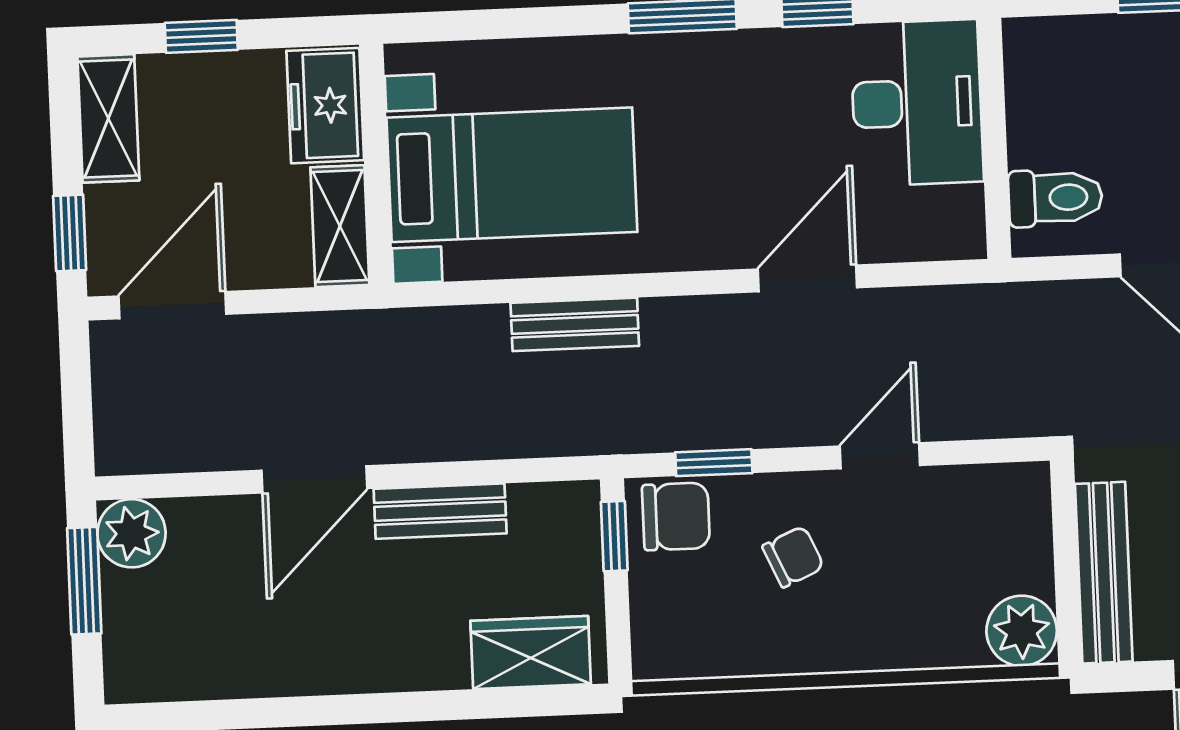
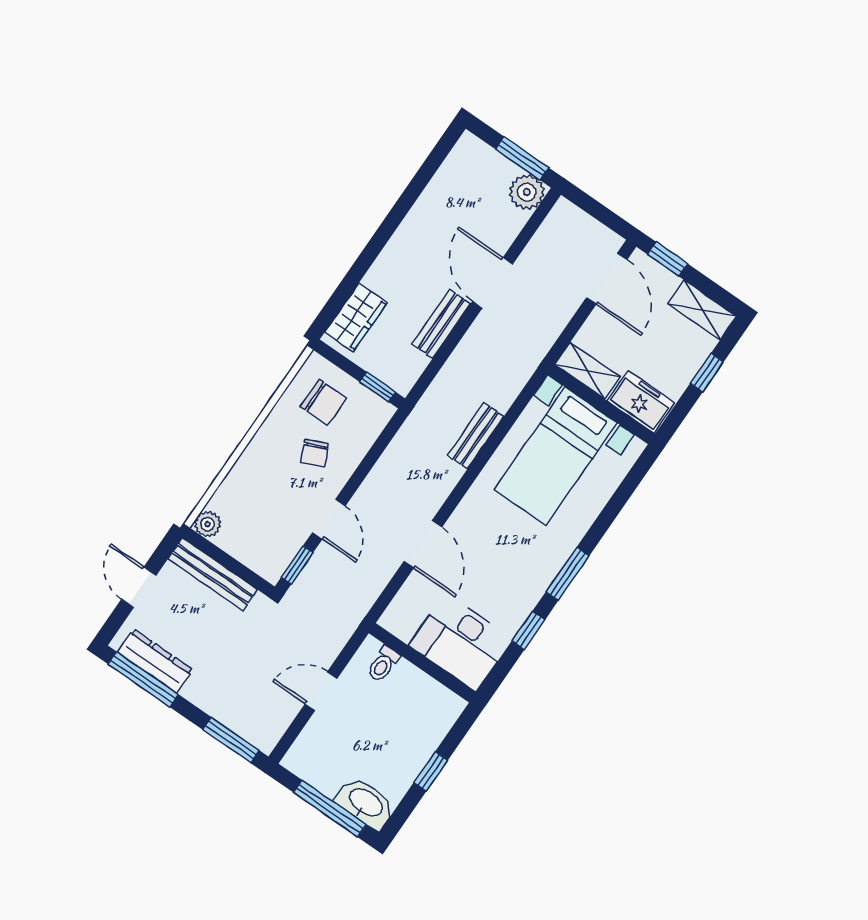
toilet: (1055, 198) -> (383, 664), width x0.73, depth x0.72
window: (714, 463) -> (297, 565), moved
chair: (676, 516) -> (323, 402), moved, turned -90
plant: (1022, 631) -> (208, 524), width x0.73, depth x0.73

